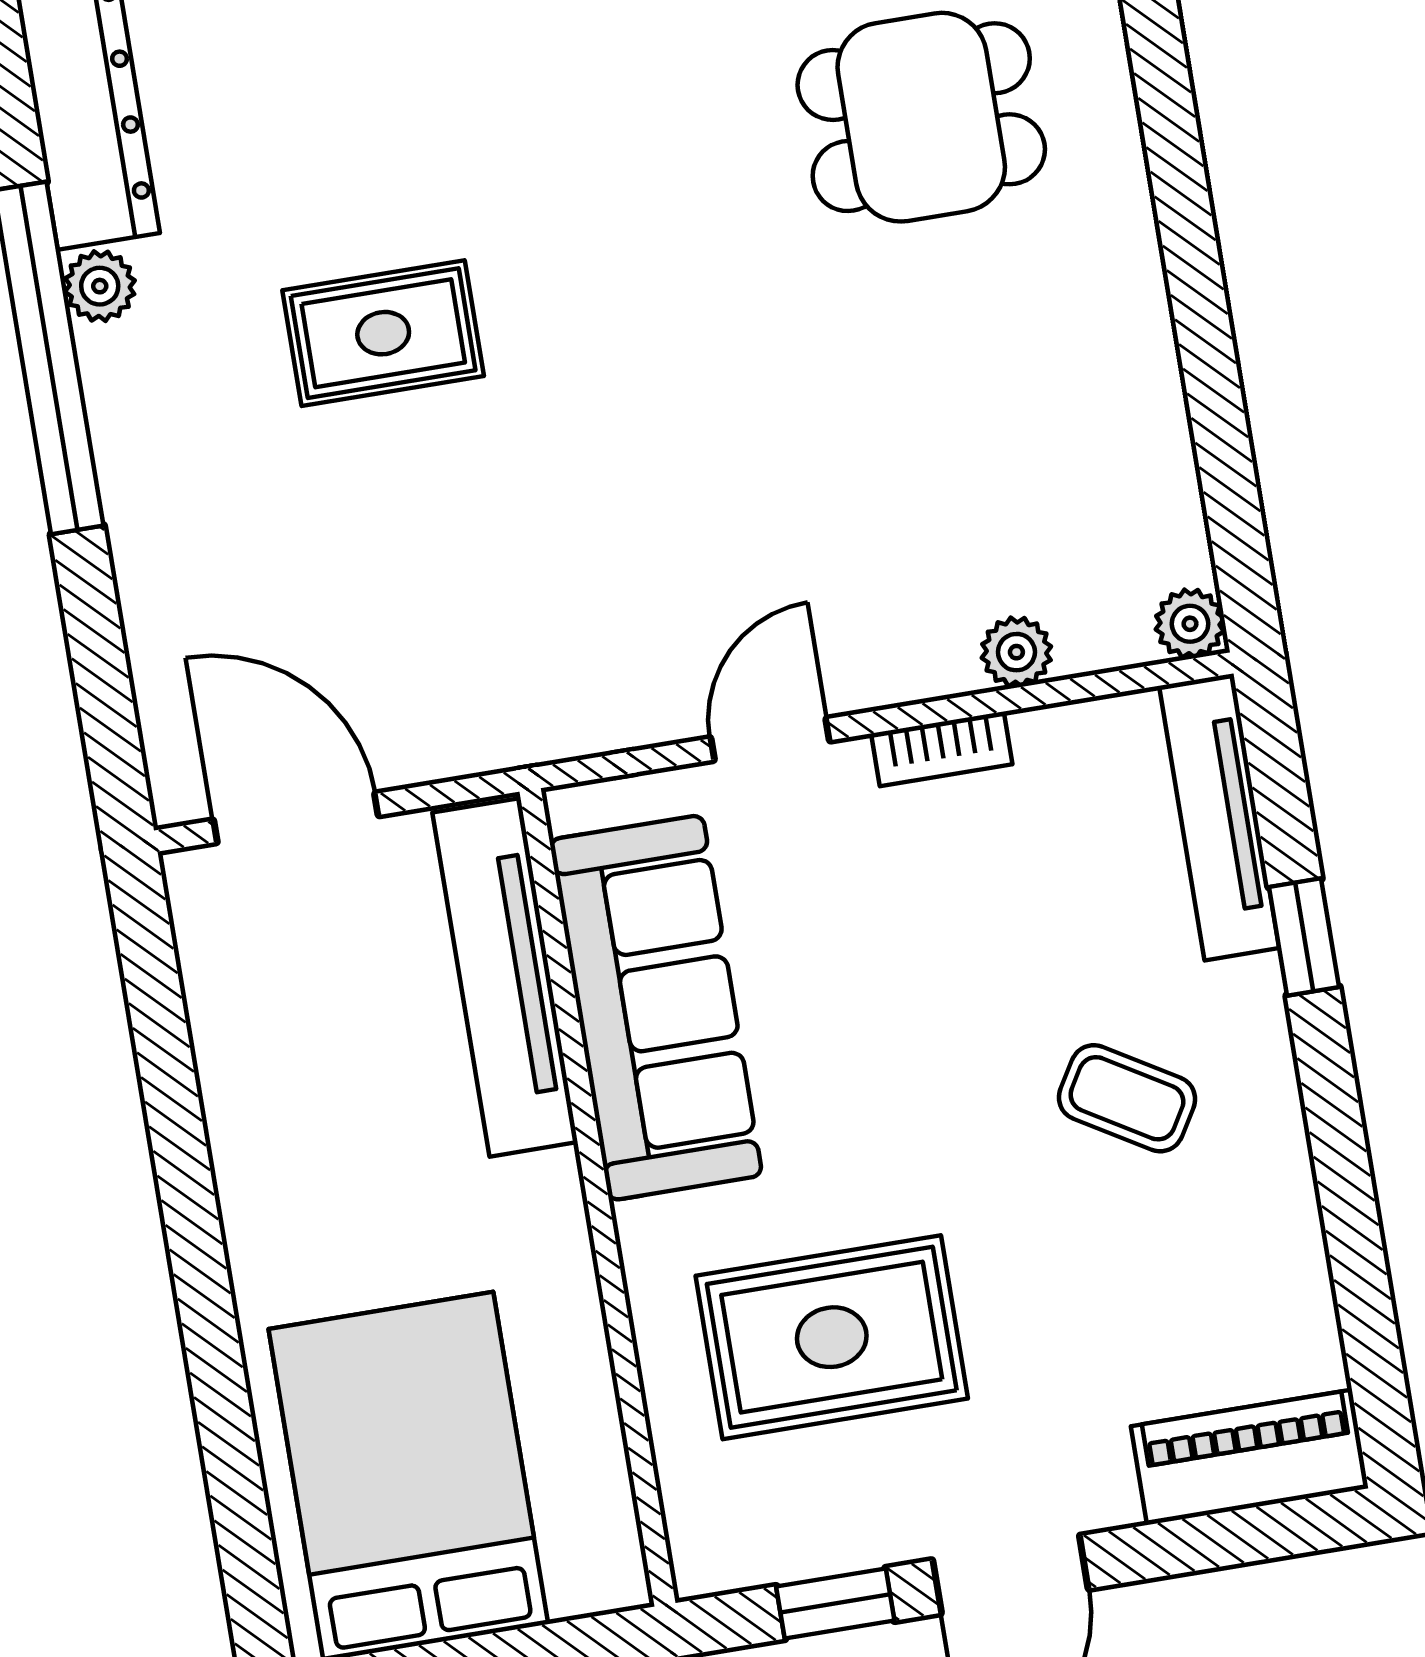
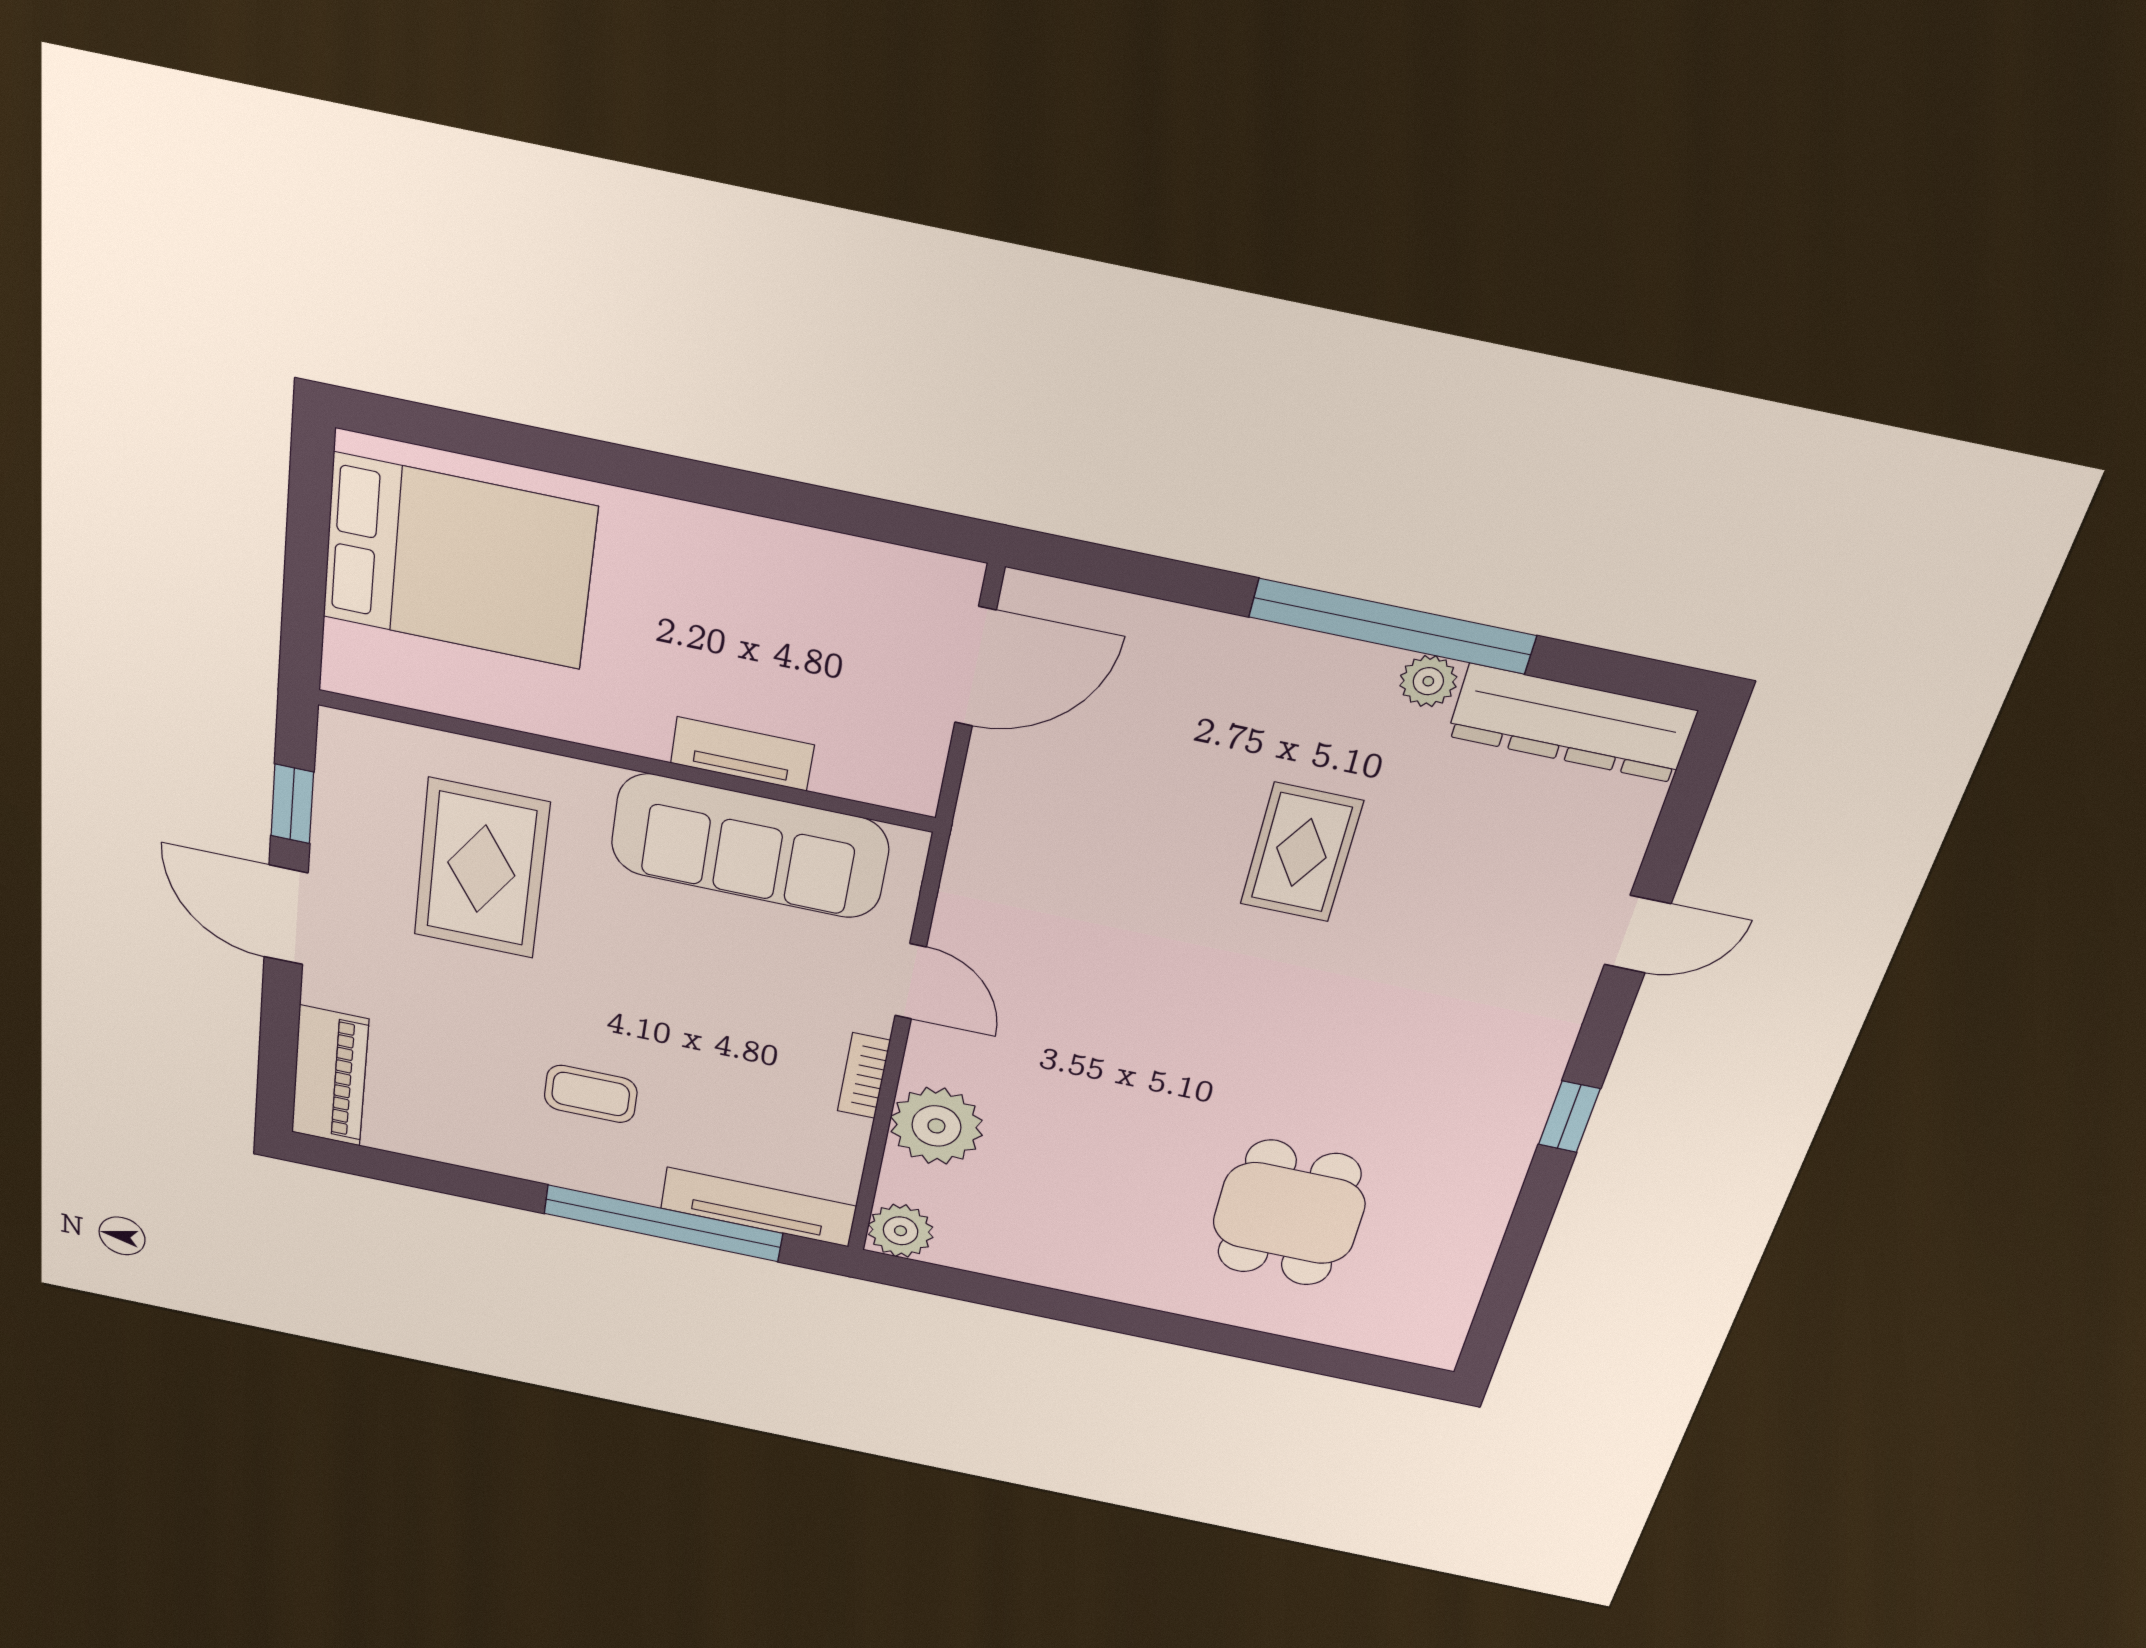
plant: (1190, 624) -> (901, 1231), width x1.38, depth x1.38
plant: (1016, 652) -> (936, 1126), width x1.87, depth x1.87
window: (1304, 937) -> (663, 1223), width x3.17
tv unit: (505, 977) -> (742, 754), width x0.52, depth x0.78
coffee table: (1127, 1098) -> (591, 1094), turned 59

